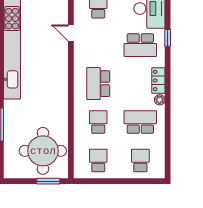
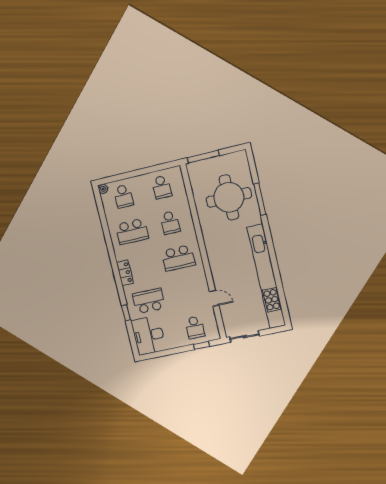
school desk: (98, 84) -> (178, 258), turned 90
plant: (160, 100) -> (103, 189), moved
round table: (43, 151) -> (229, 197), moved
window: (48, 181) -> (203, 157), width x1.44

